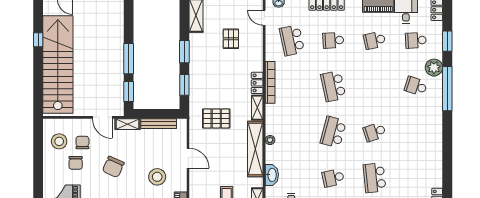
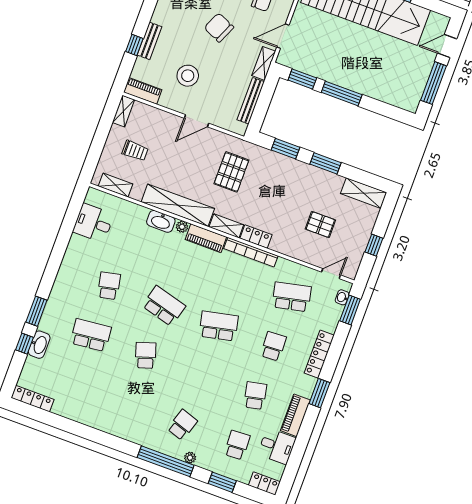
plant: (434, 68) -> (190, 458), width x0.53, depth x0.53
piano: (272, 119) -> (206, 238), added
washbasin: (272, 175) -> (161, 221), moved

